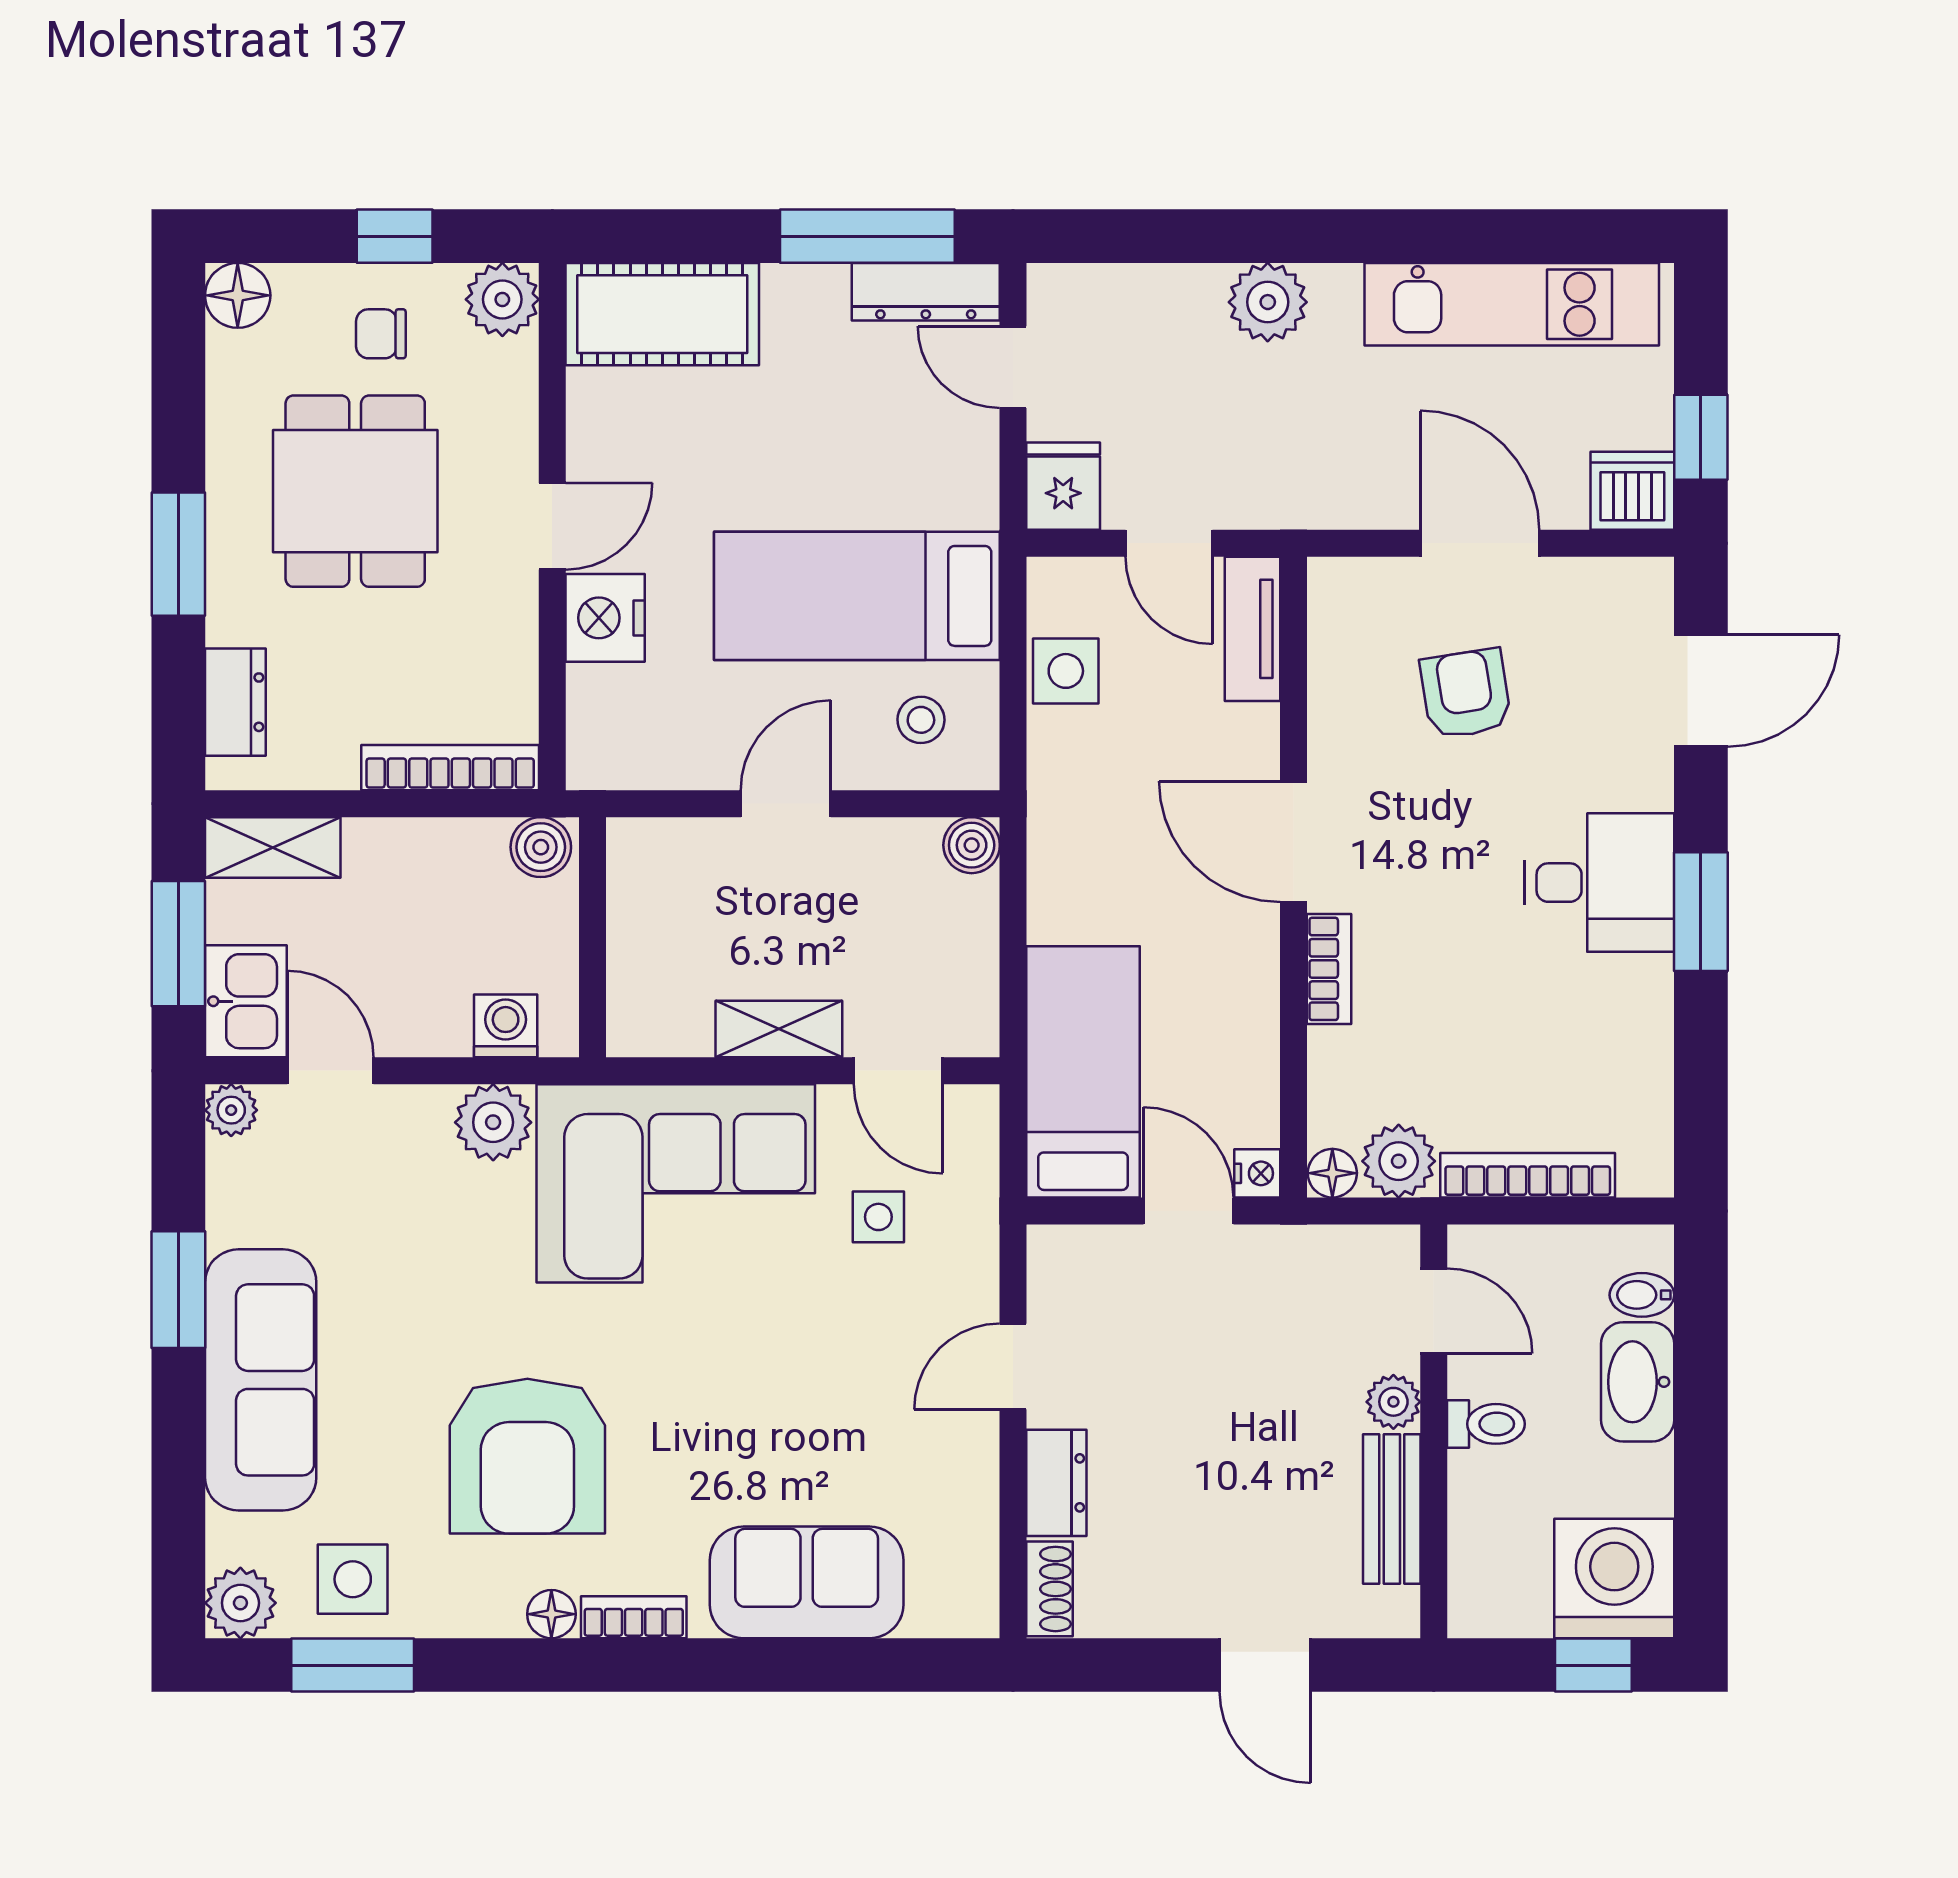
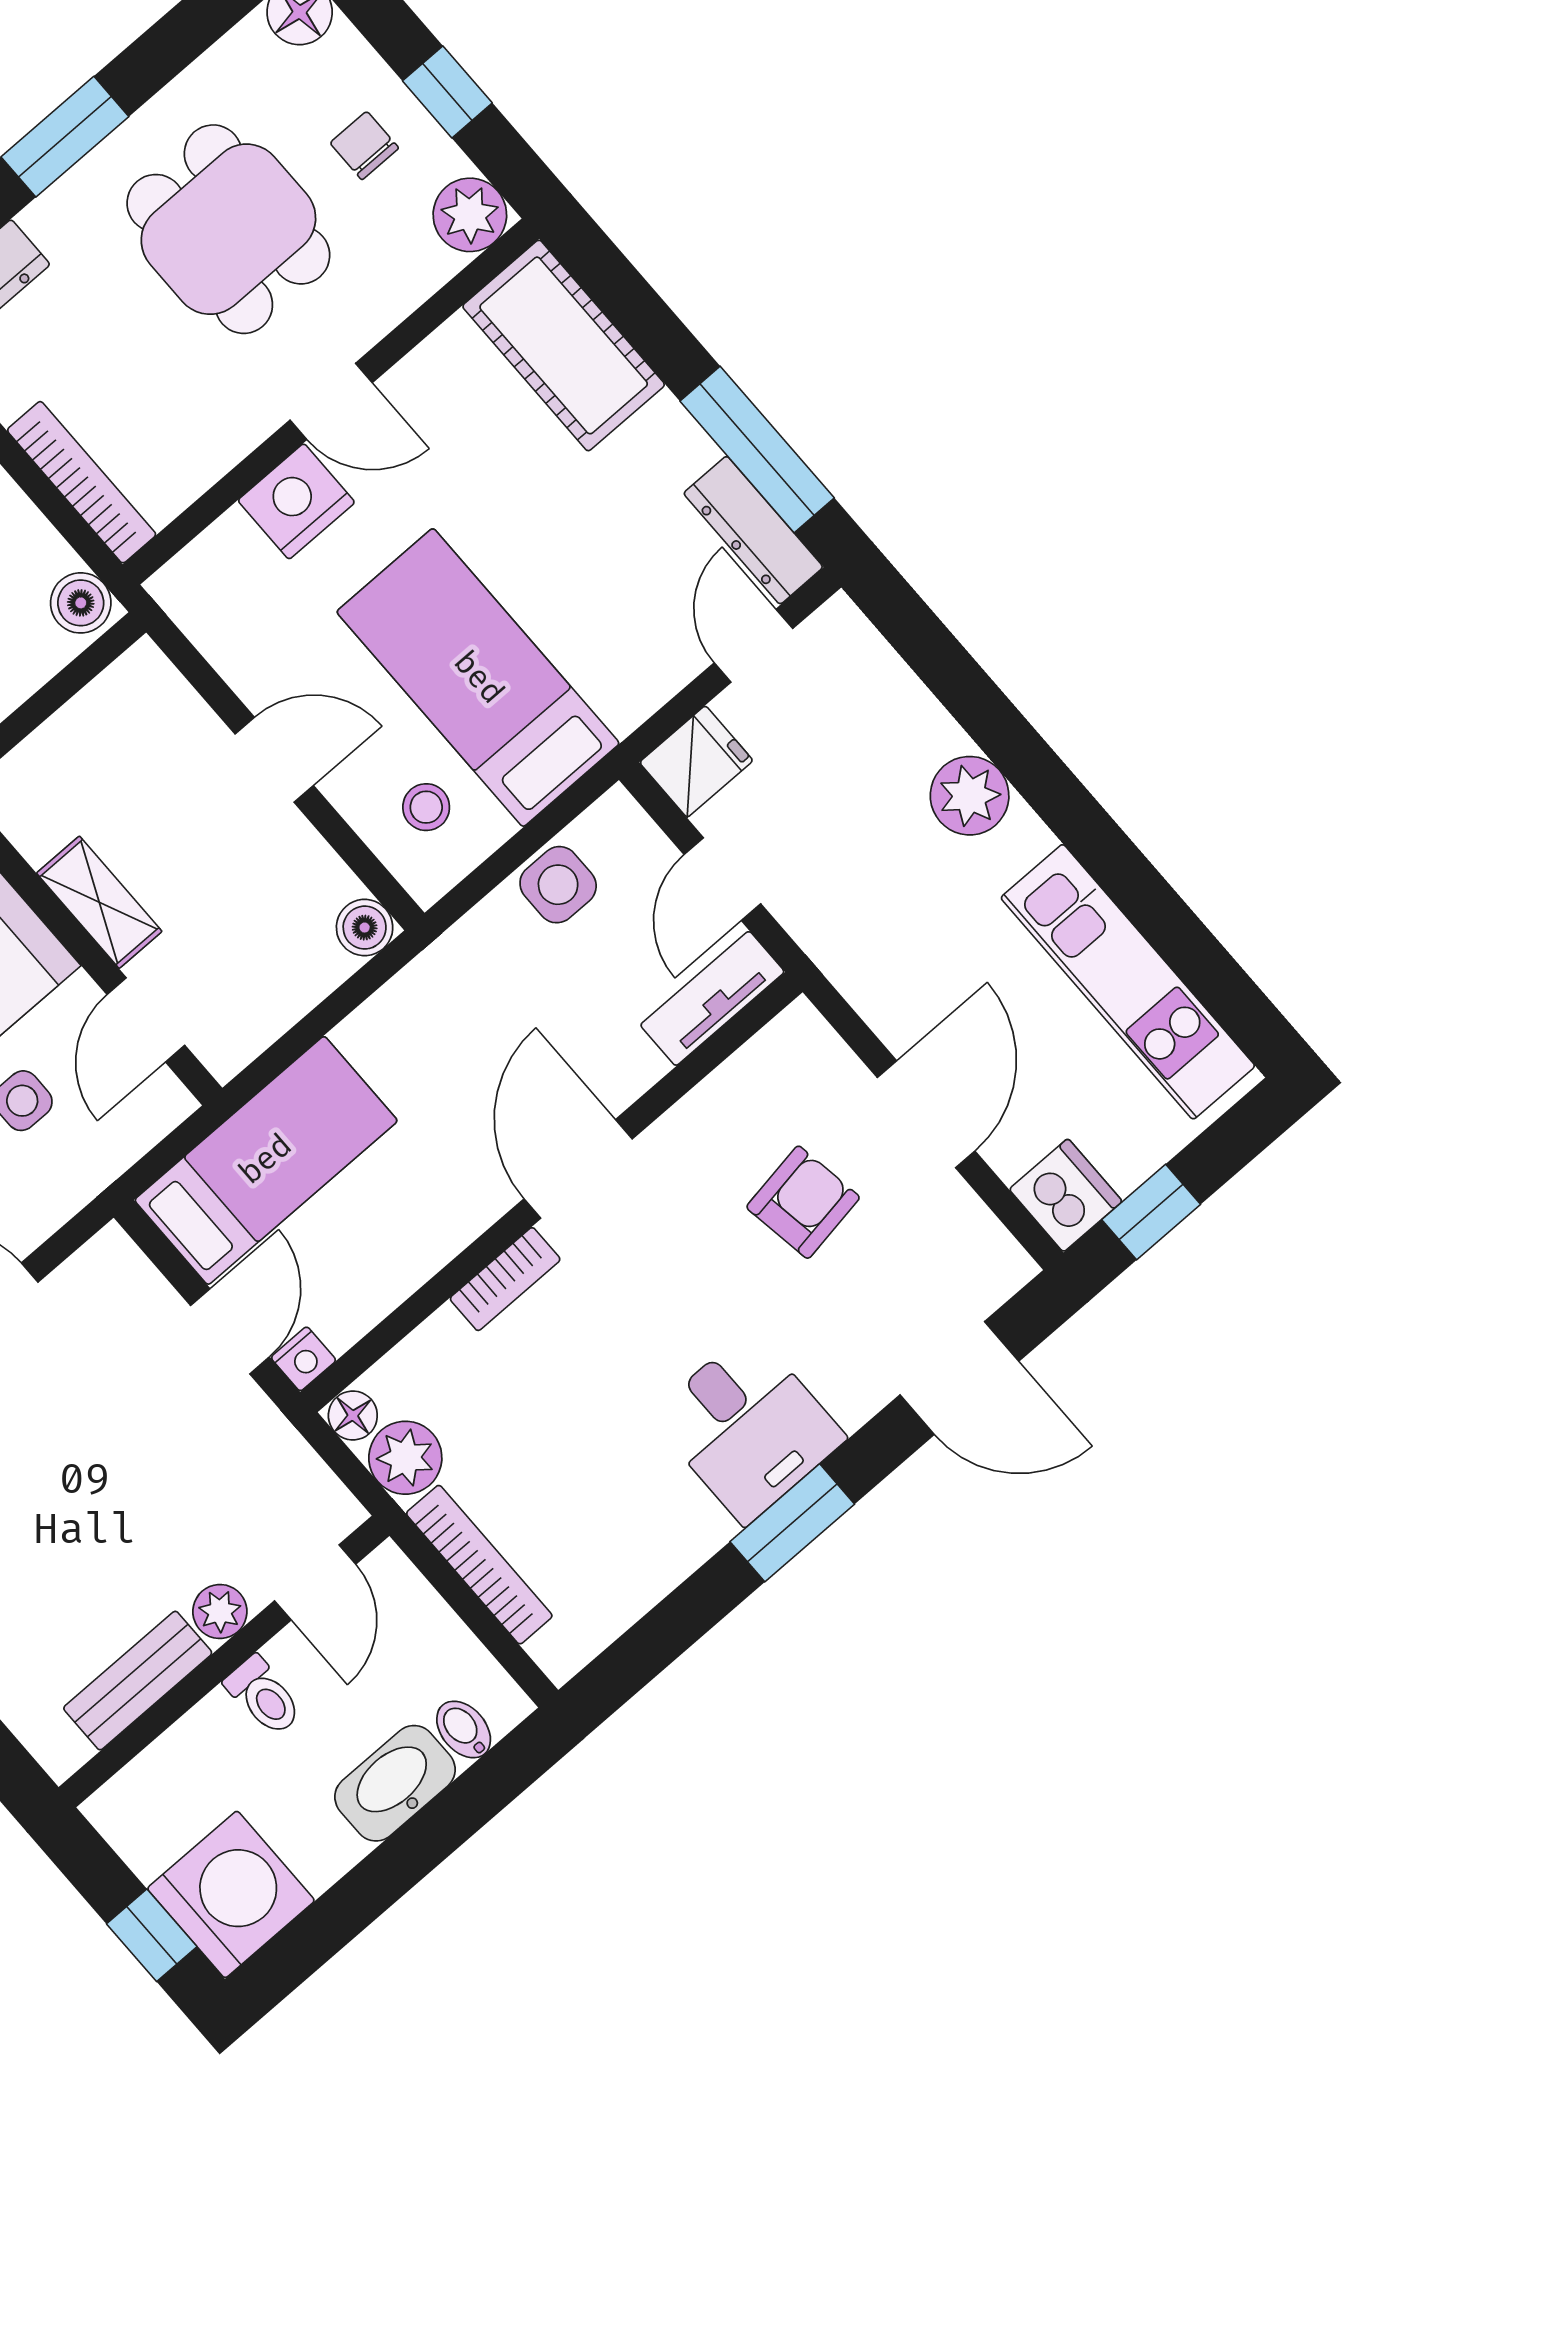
dining table: (355, 491) -> (228, 229), turned 90

